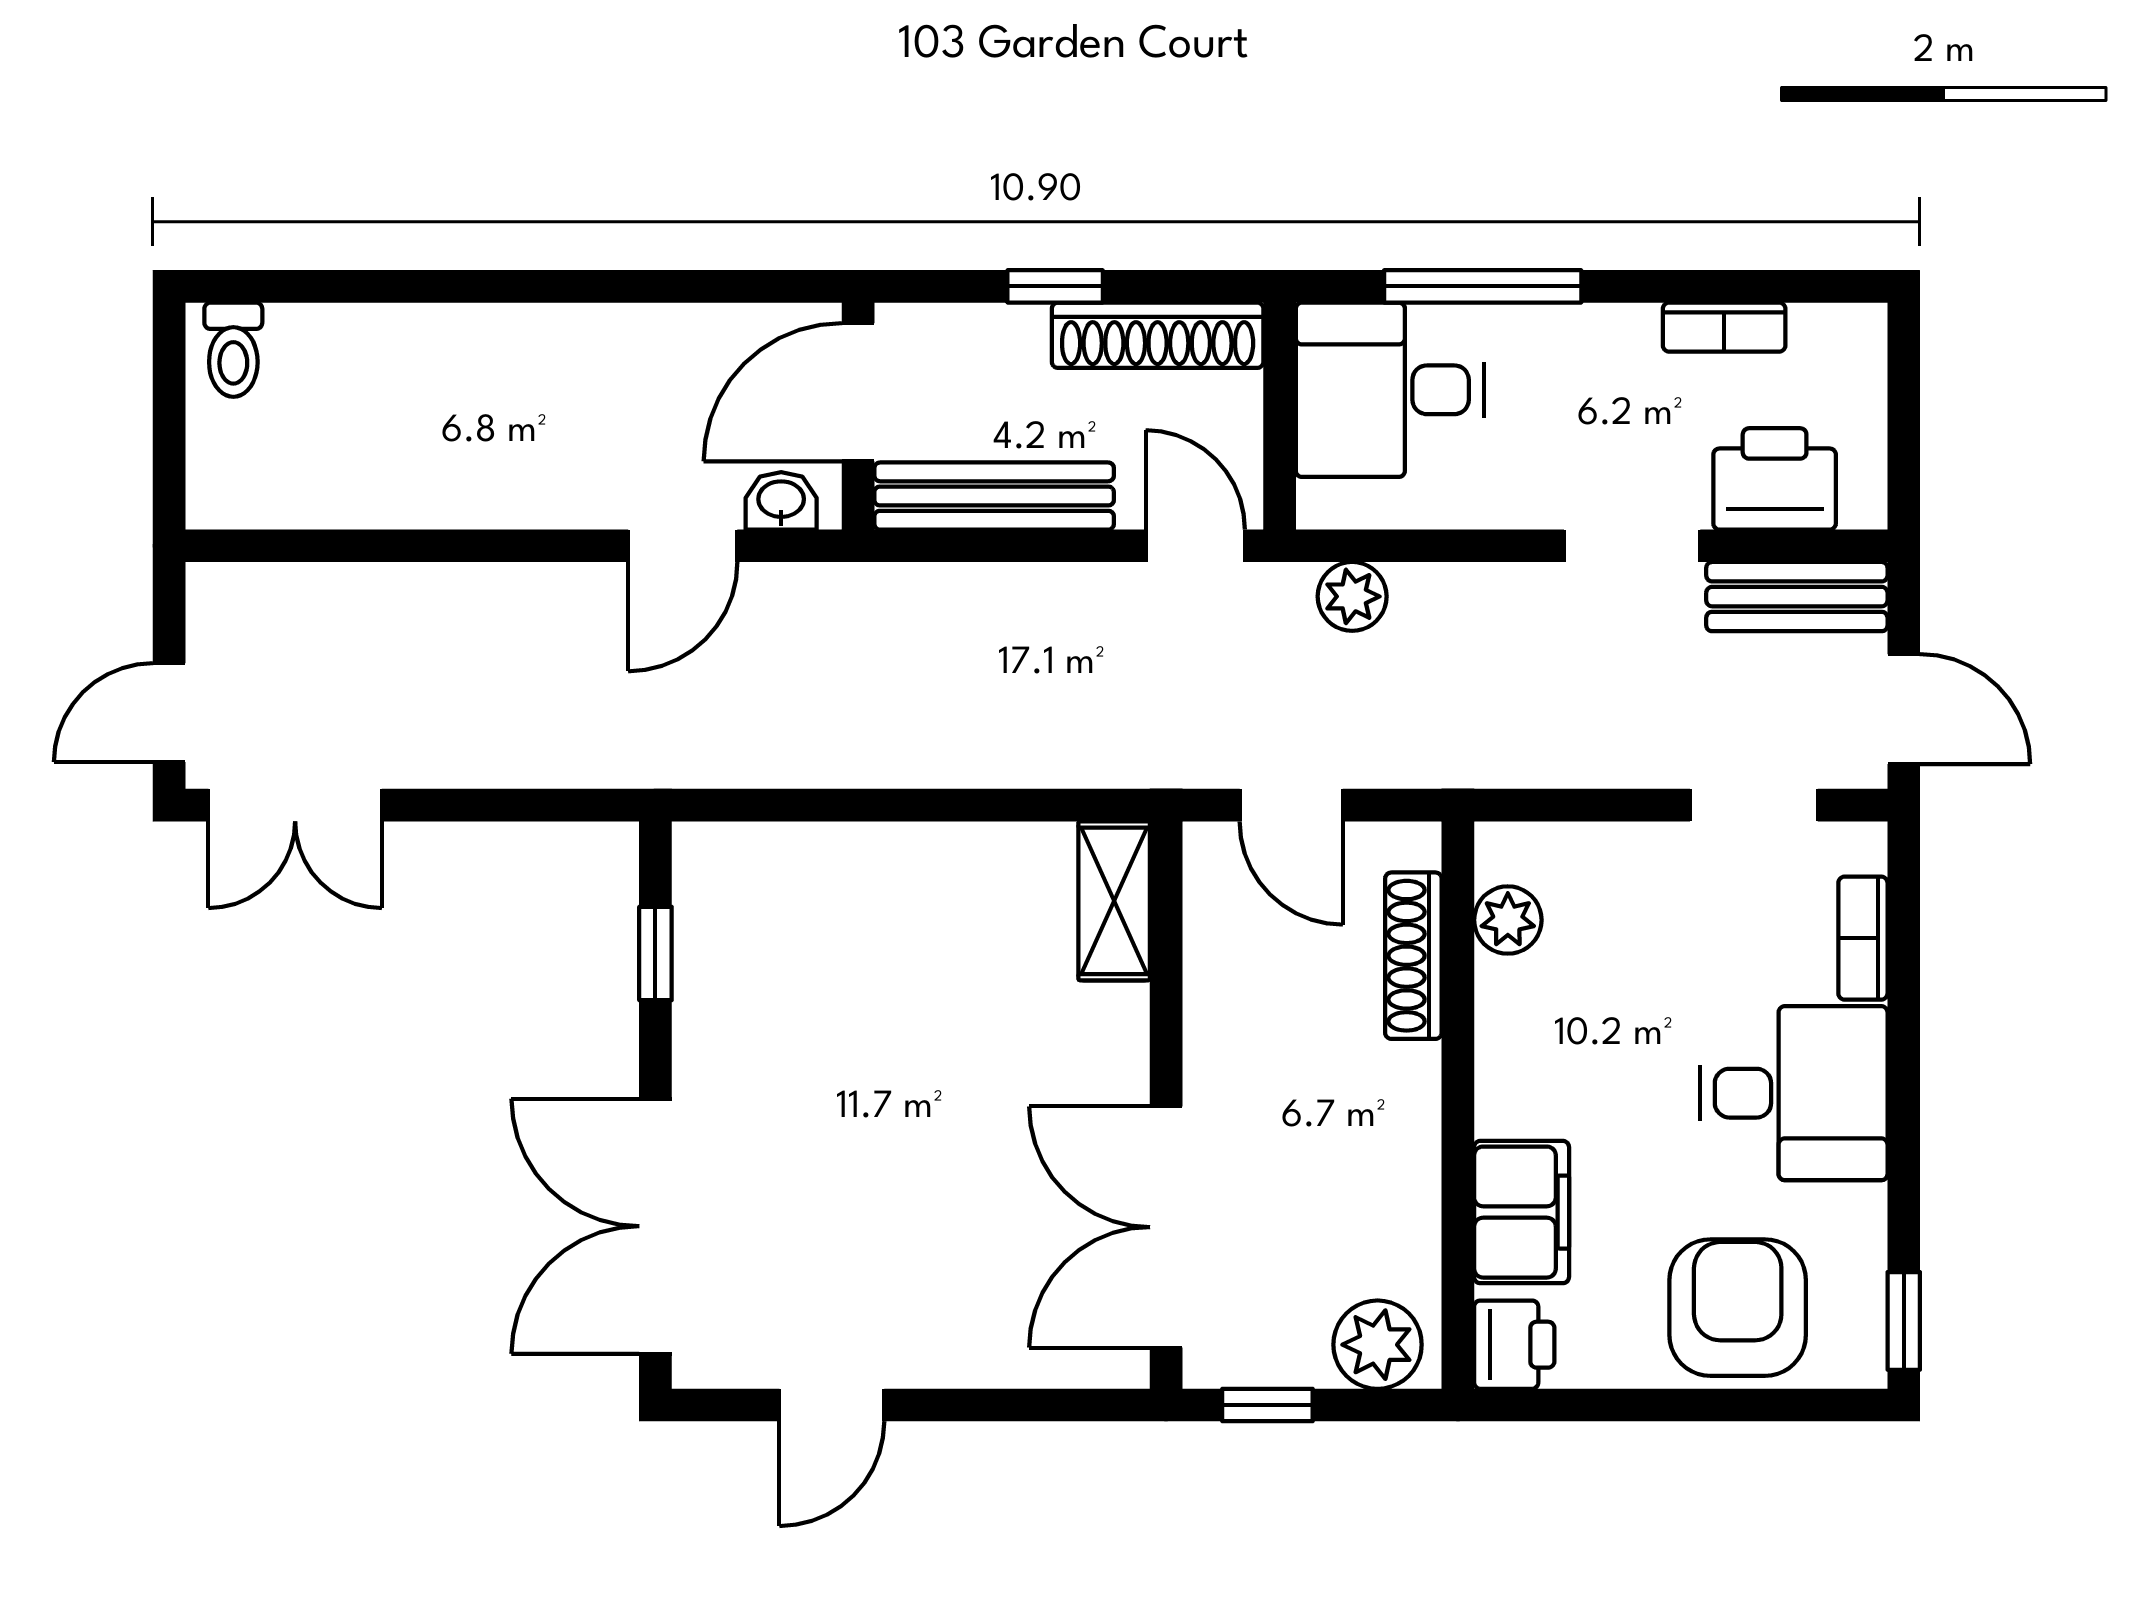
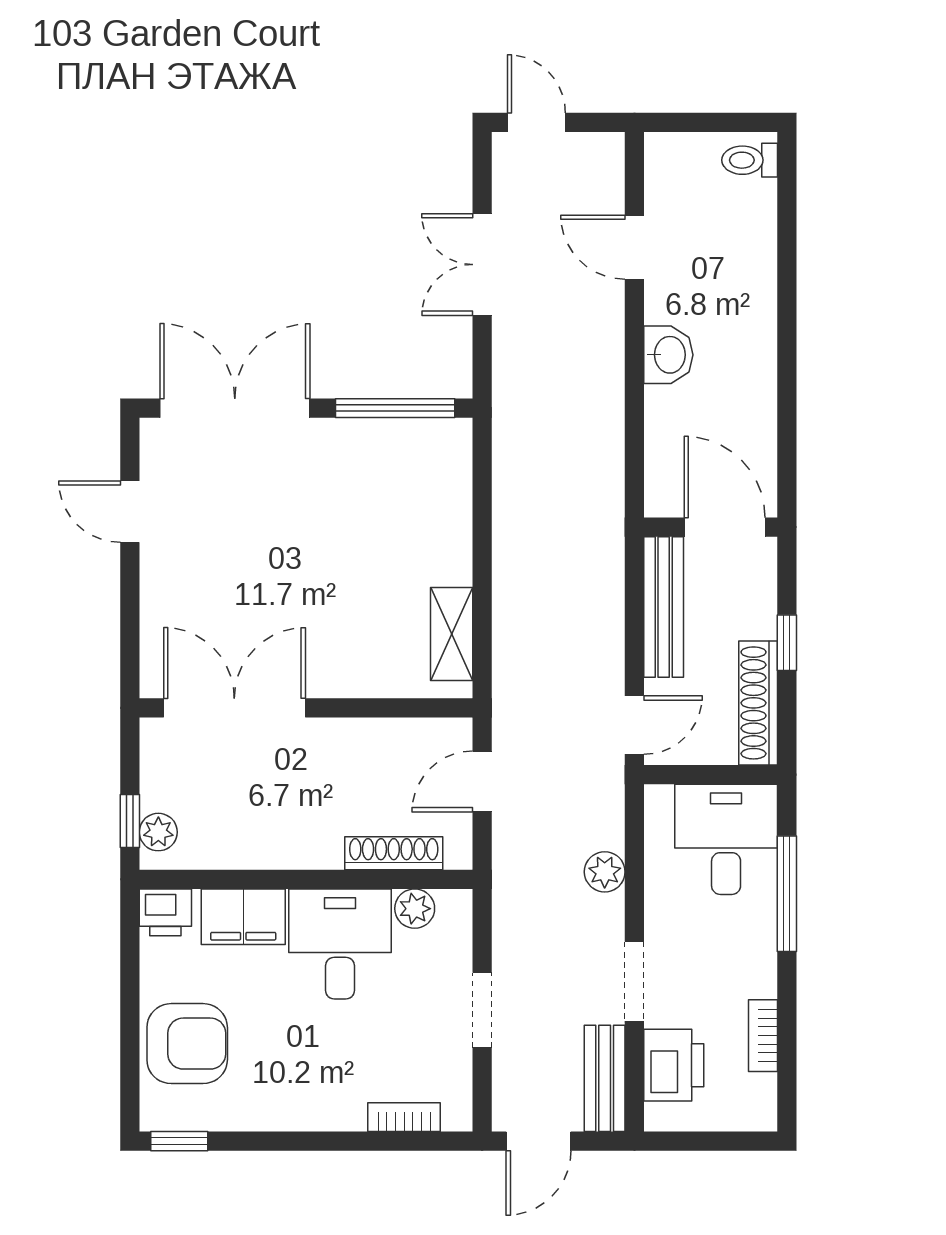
washbasin: (781, 501) -> (668, 355), moved, width x1.38, depth x1.45
door: (683, 546) -> (634, 247), moved
plant: (1352, 596) -> (605, 872), moved
double door: (295, 805) -> (482, 265), moved
doorway: (1754, 805) -> (482, 1010), moved
shelving: (1114, 901) -> (452, 634), moved, turned 90
window: (655, 953) -> (395, 408), width x2.17
desk: (1794, 1093) -> (340, 944), moved, turned 180
plant: (1378, 1345) -> (158, 832), width x0.73, depth x0.73
window: (1267, 1405) -> (130, 821), moved

